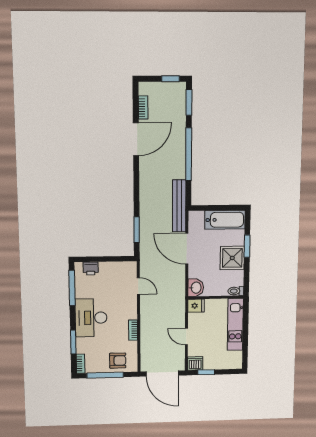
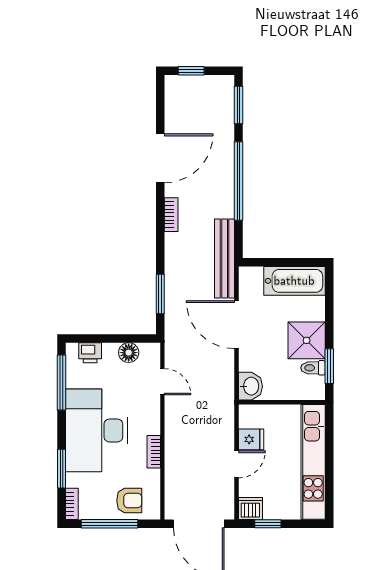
window: (170, 79) -> (191, 71), moved
bookcase: (143, 108) -> (171, 215), moved
window: (247, 246) -> (329, 366), moved
floor lamp: (116, 268) -> (129, 353), added
toilet: (236, 291) -> (313, 368), moved
fridge: (196, 306) -> (251, 439), moved
desk: (91, 318) -> (97, 430), width x1.36, depth x1.30
kitchen unit: (235, 324) -> (313, 462), width x1.36
door: (186, 337) -> (236, 464), swing flipped

